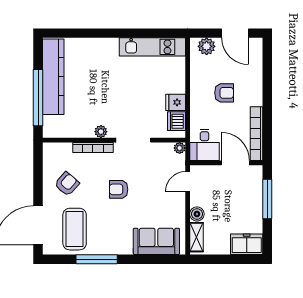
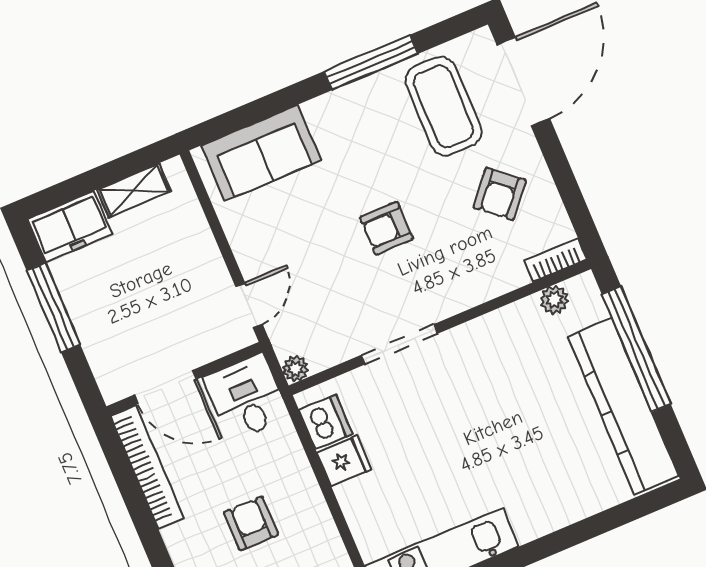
armchair: (224, 93) -> (251, 523), turned 90
plant: (101, 132) -> (555, 300), moved
bookcase: (93, 147) -> (556, 260), moved, width x0.64
armchair: (119, 189) -> (386, 228), turned 180
window: (267, 199) -> (53, 308), moved
boiler: (197, 214) -> (201, 246), removed
shelving: (196, 237) -> (134, 190), moved, turned 90

